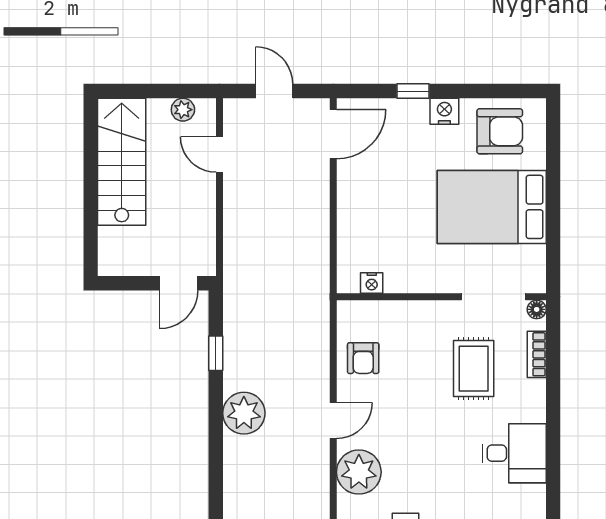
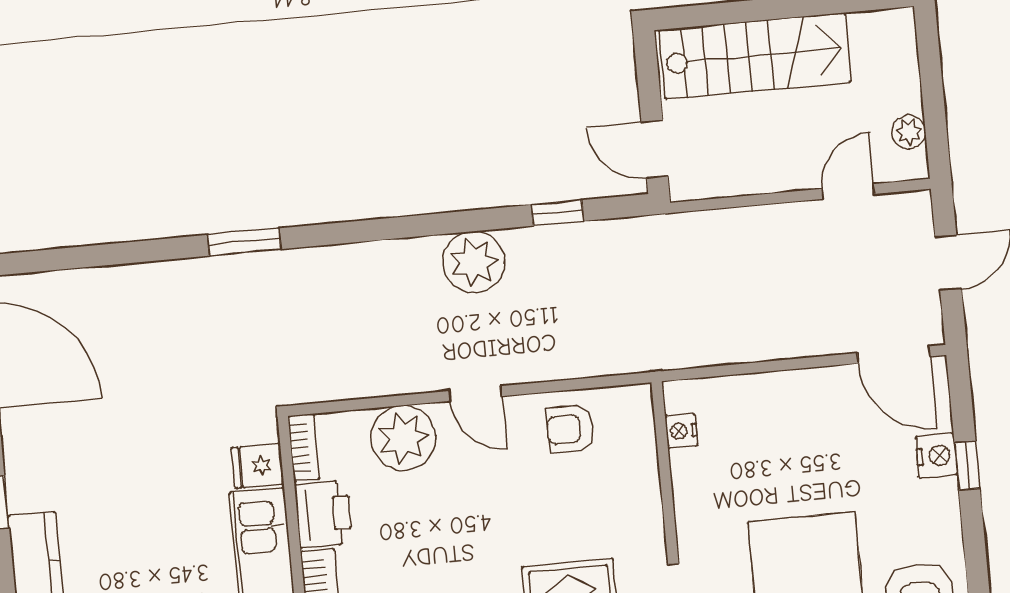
nightstand: (444, 111) -> (936, 456), moved
stairs: (122, 162) -> (755, 56), moved

